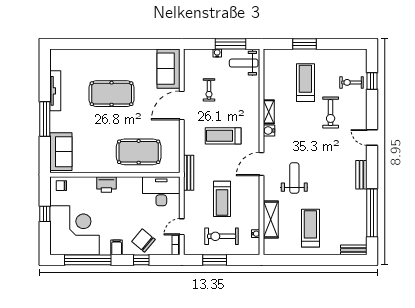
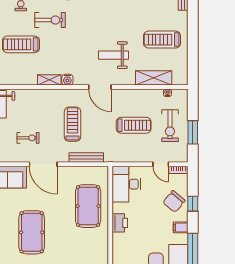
treadmill: (223, 136) -> (73, 124), turned 180
bench: (189, 173) -> (86, 158), moved
printer: (106, 184) -> (120, 223), moved

